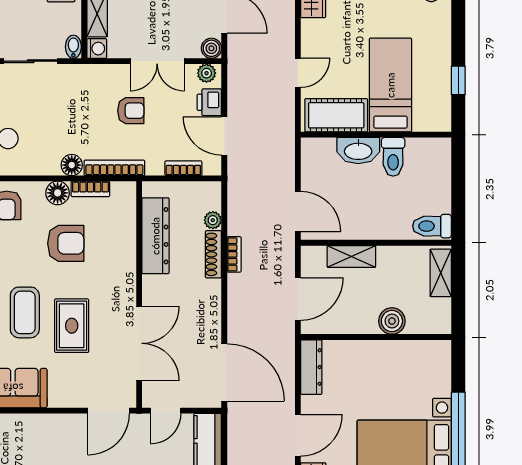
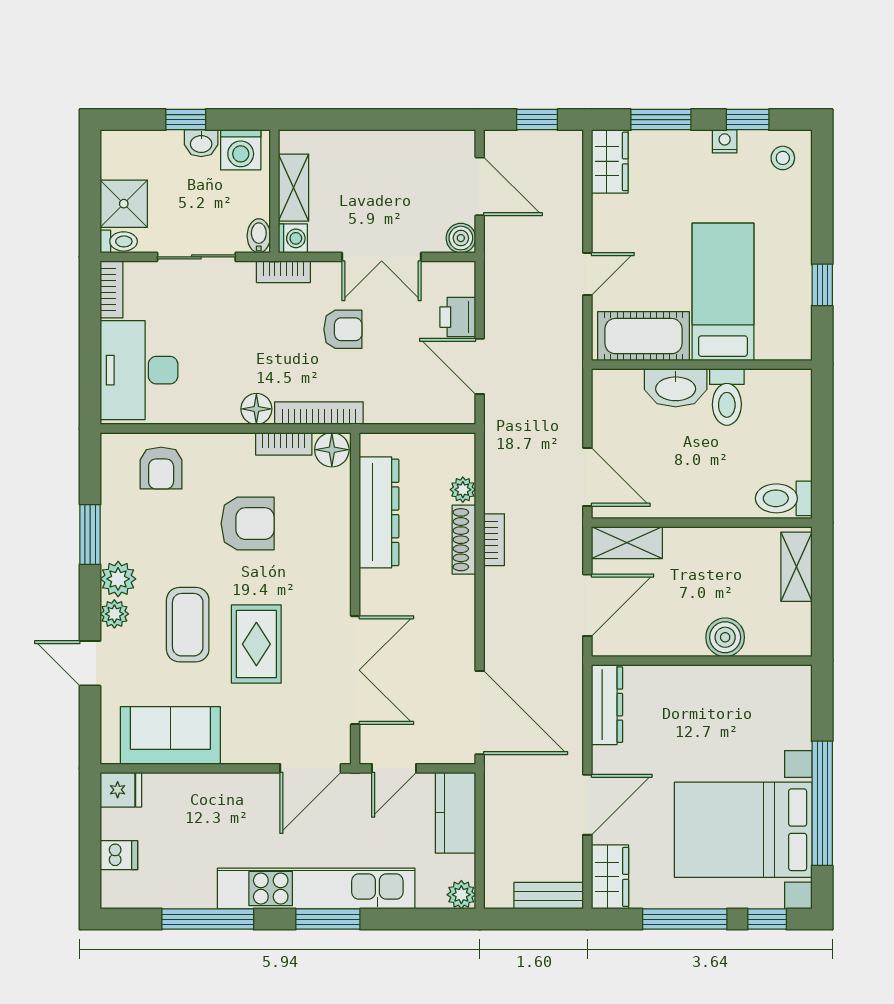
plant: (207, 73) -> (454, 274), removed
bookcase: (183, 168) -> (283, 272), moved, turned 180
floor lamp: (58, 193) -> (332, 450), moved
shelving: (351, 256) -> (627, 543), moved

